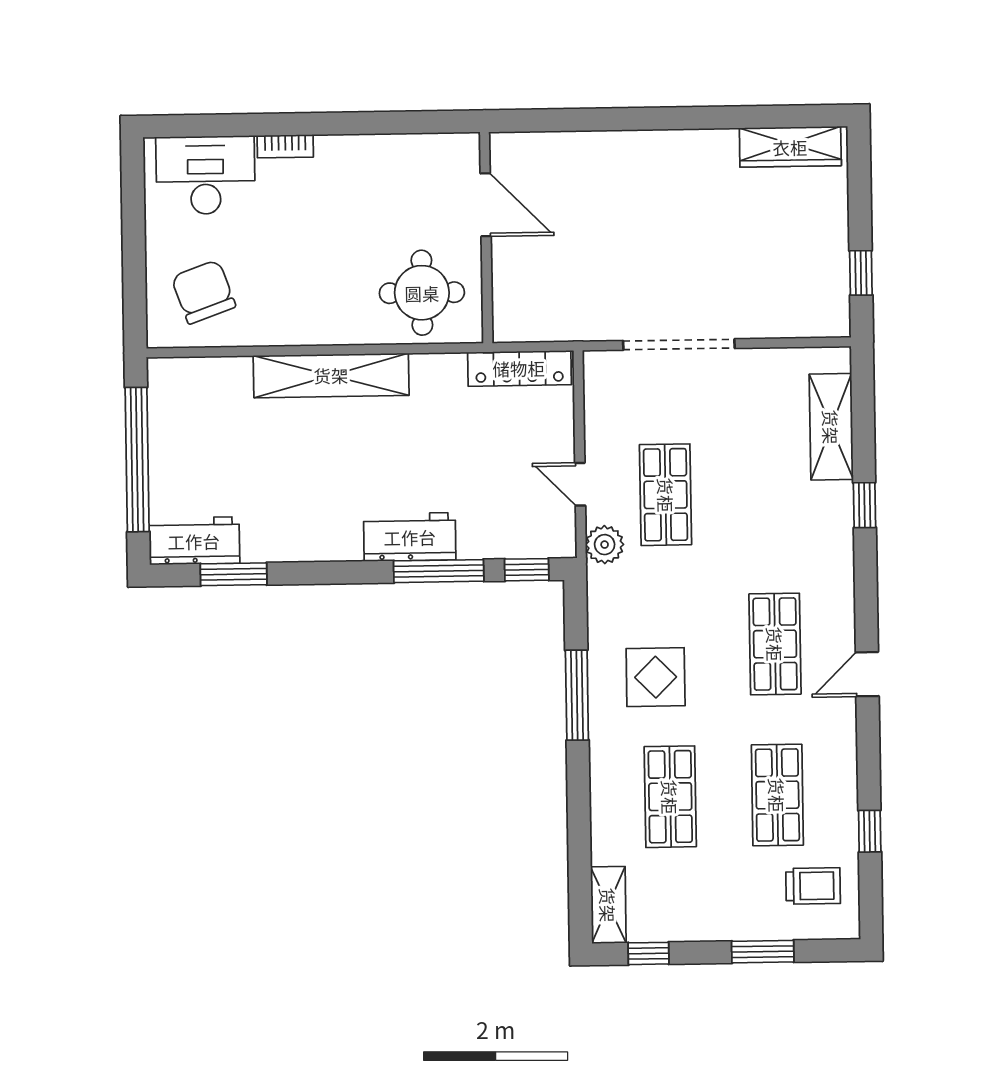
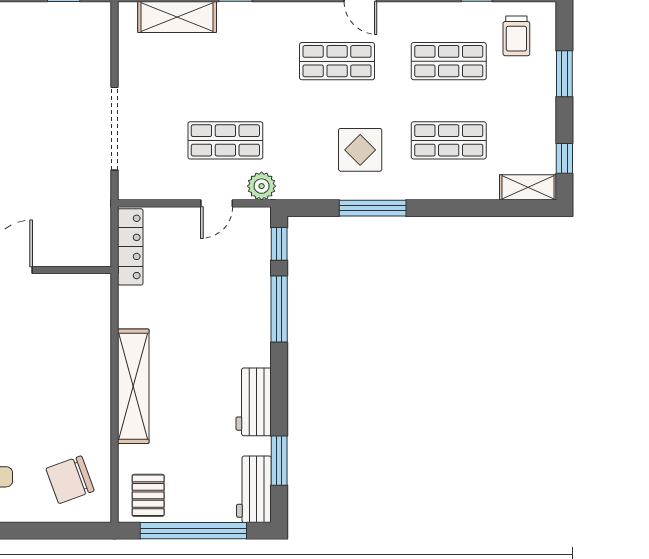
round table: (422, 293) -> (73, 318), removed
pallet: (184, 398) -> (148, 495), added
workbench: (410, 537) -> (254, 402), moved
trolley: (813, 886) -> (516, 36), turned 180

